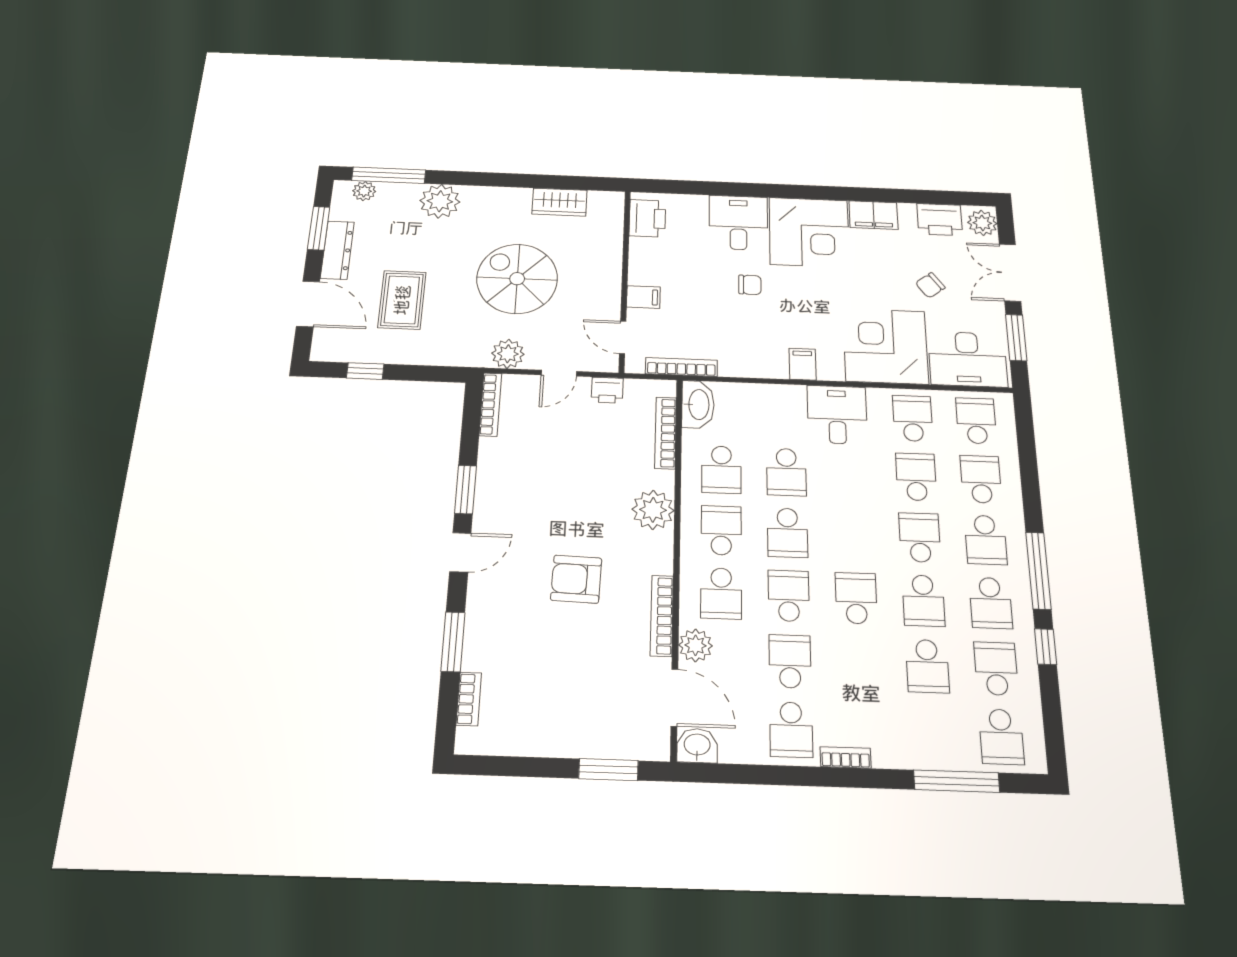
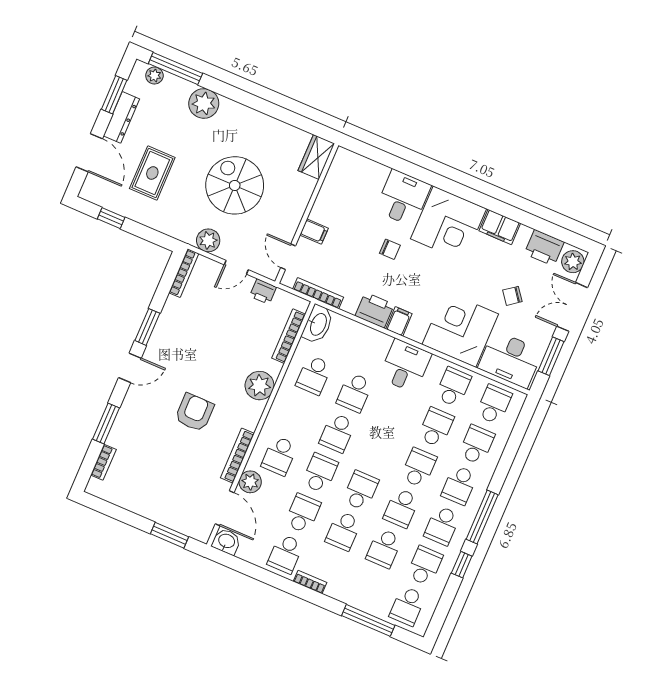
wardrobe: (559, 202) -> (316, 157), moved, turned 90
printer: (647, 218) -> (375, 310), moved, turned -90
school desk: (721, 530) -> (343, 531), moved, turned 180
armchair: (576, 579) -> (194, 413), turned 88

